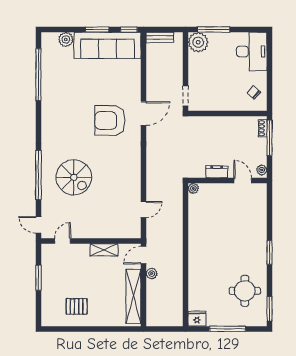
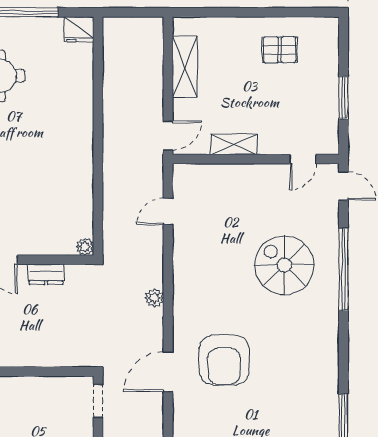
armchair: (110, 120) -> (224, 360), turned 90
plant: (152, 274) -> (154, 298), moved
shelving: (133, 296) -> (185, 67), width x0.68

